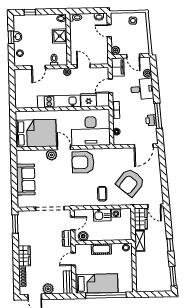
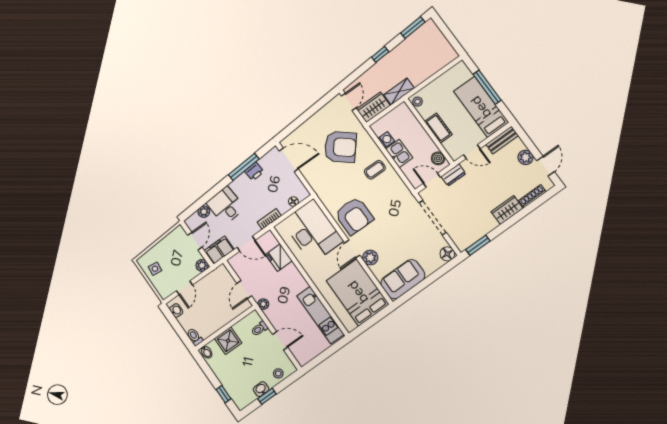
kitchen unit: (59, 101) -> (320, 315), moved
sofa: (26, 180) -> (403, 279), moved
floor lamp: (22, 202) -> (447, 254), added
window: (106, 295) -> (487, 87), width x0.68

